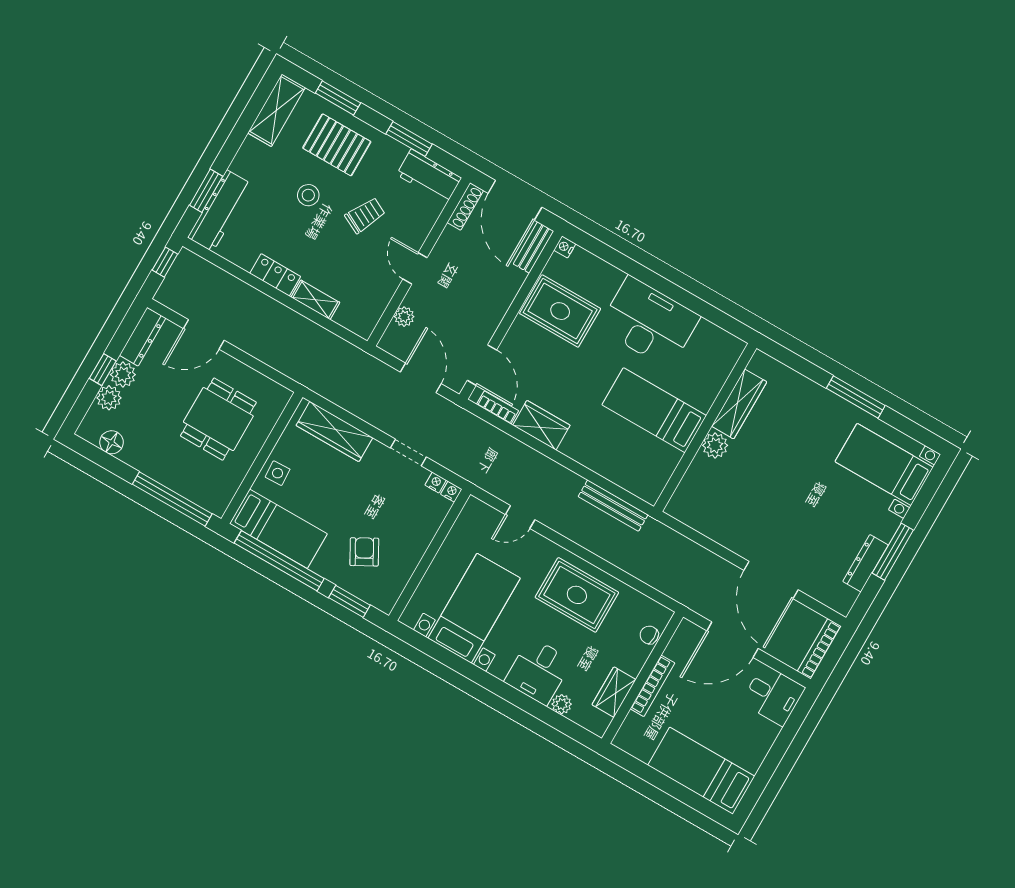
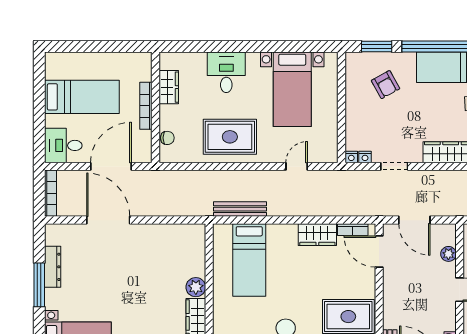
bed: (654, 410) -> (249, 260), moved, turned 90
plant: (562, 704) -> (198, 59), removed
bed: (701, 771) -> (82, 97), moved

